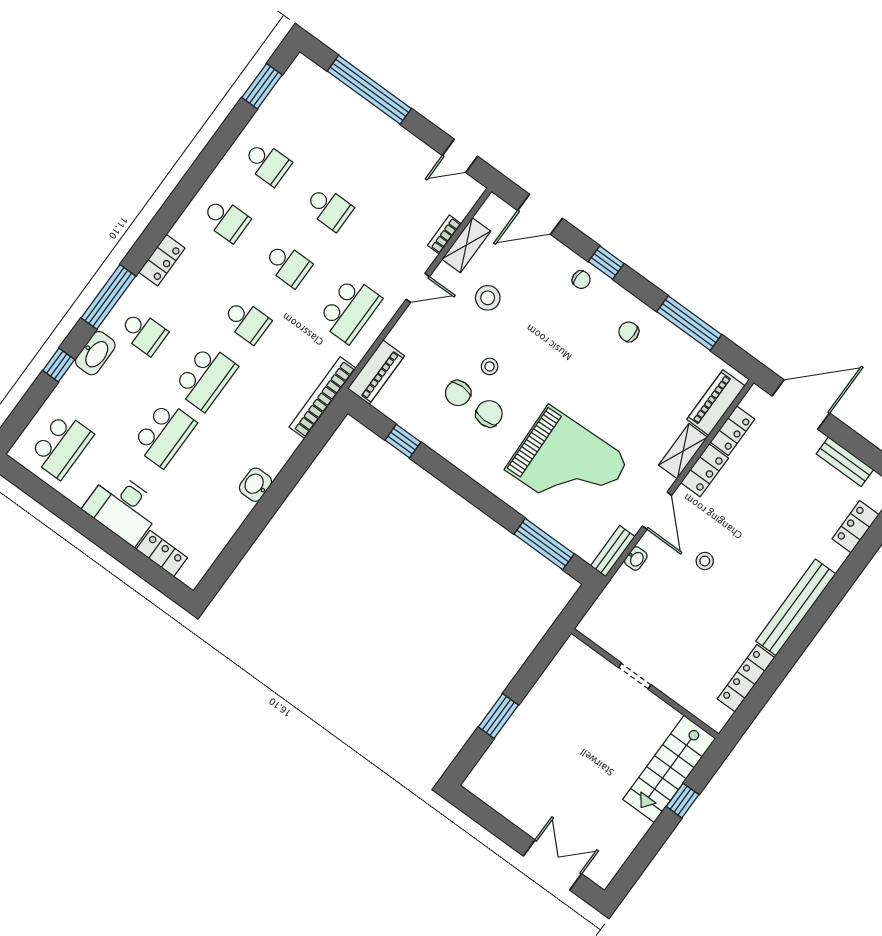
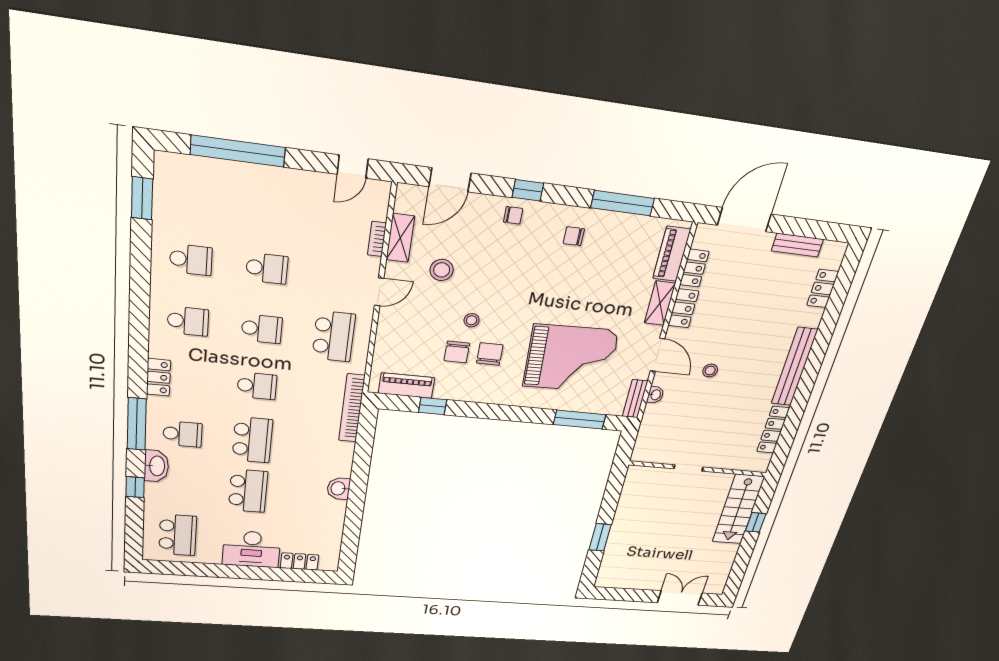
piano: (376, 372) -> (407, 386), moved, turned -90

